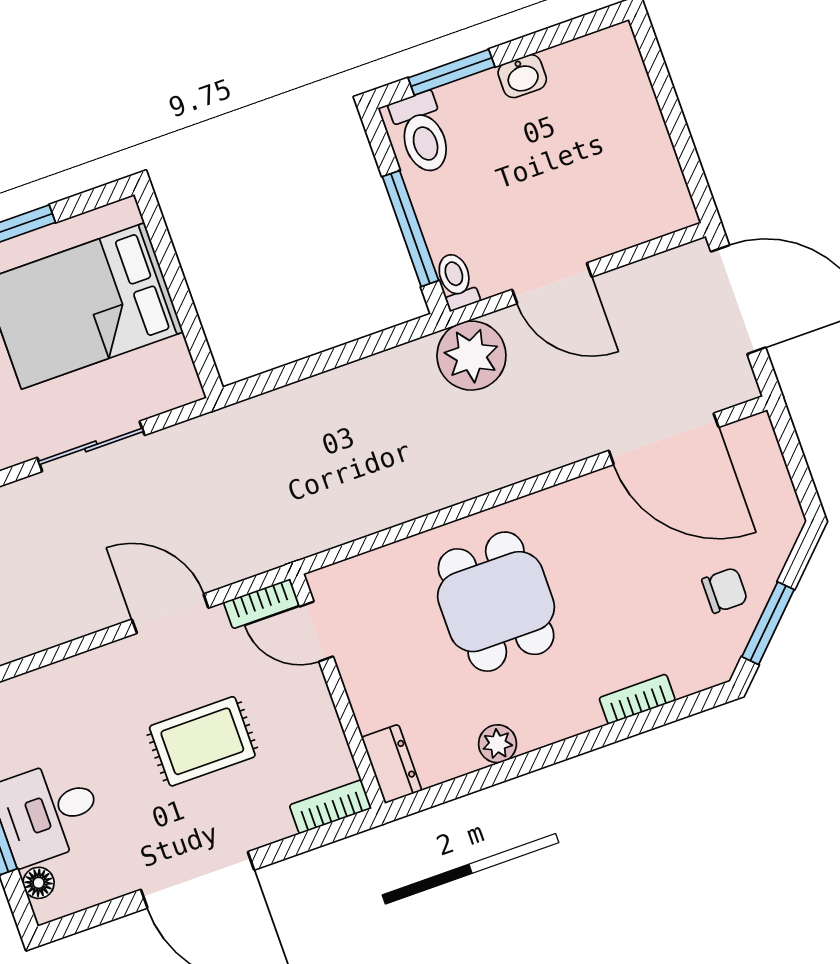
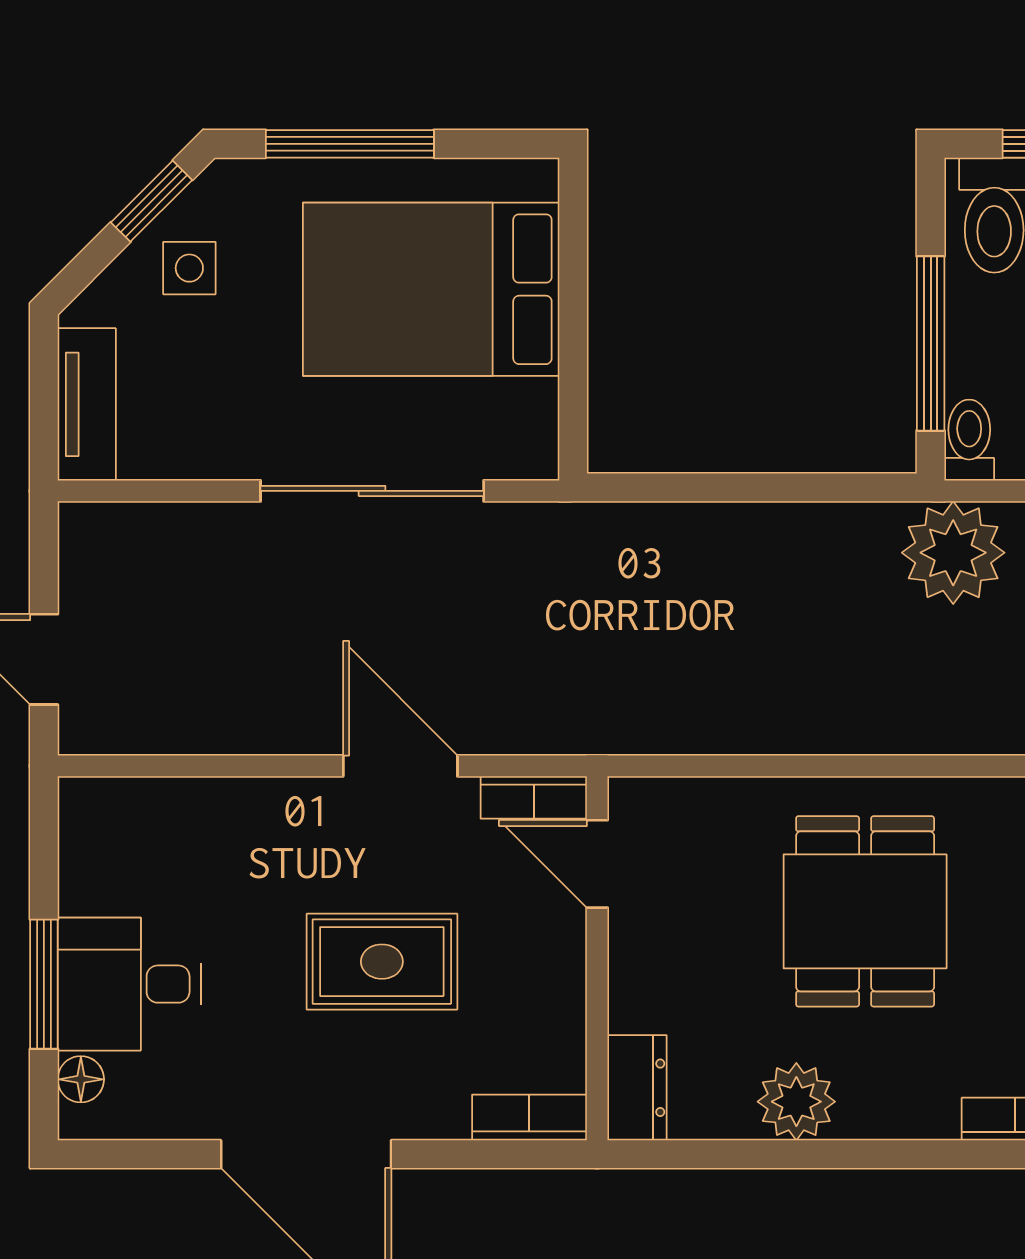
sliding door: (91, 446) -> (372, 491), width x1.37
plant: (498, 744) -> (796, 1102), width x1.38, depth x1.38

